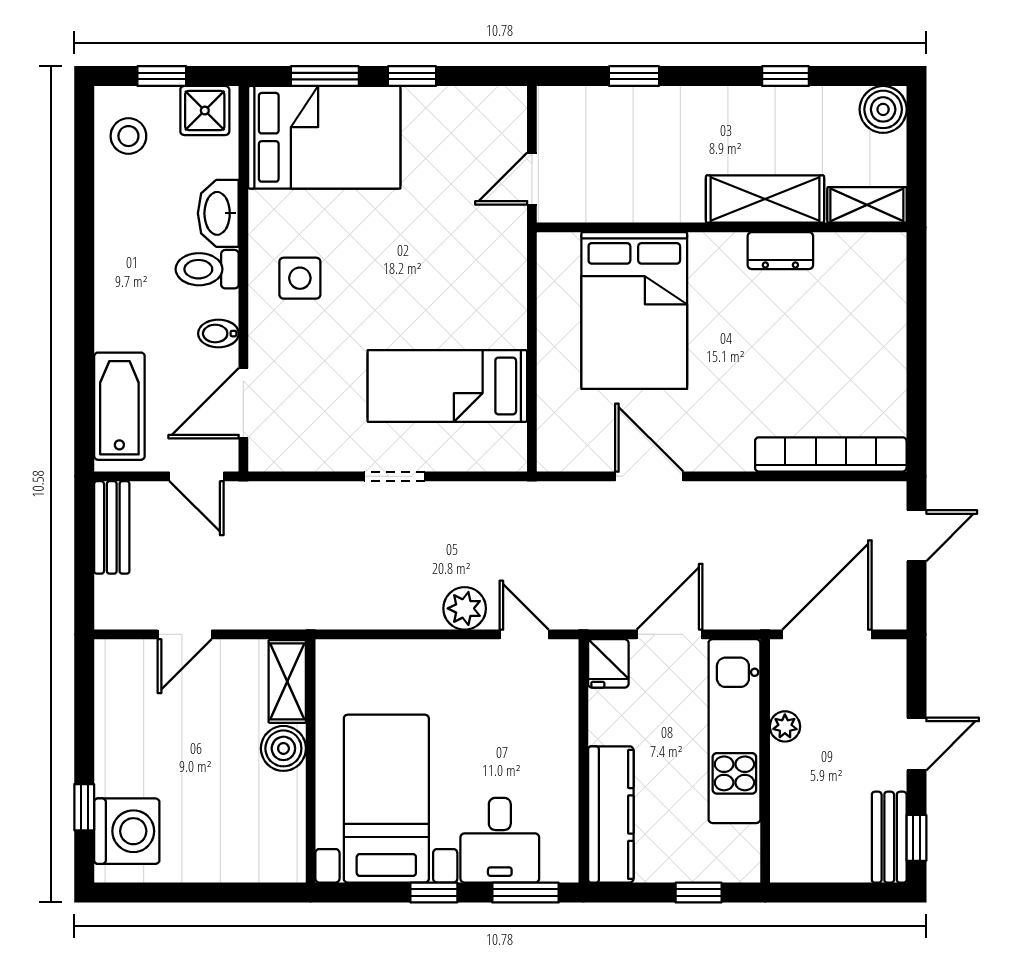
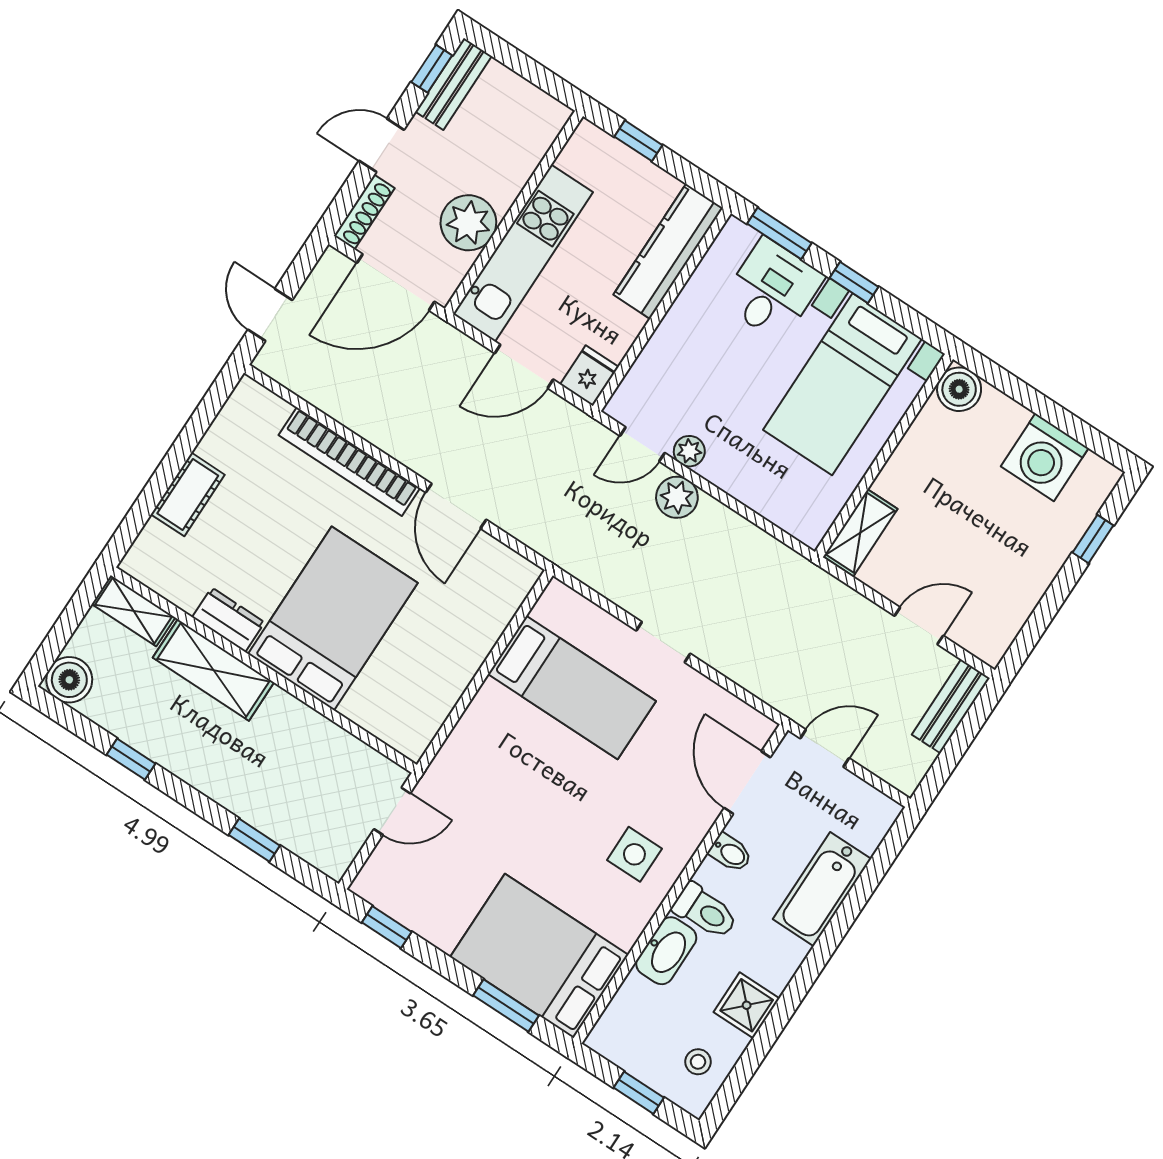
window: (412, 76) -> (387, 927), moved
shower: (205, 111) -> (747, 1005), moved
stool: (128, 136) -> (698, 1062), width x0.73, depth x0.73
bed: (634, 311) -> (333, 618), moved
cot: (886, 335) -> (188, 494), added
door: (243, 403) -> (747, 783), swing flipped
bathtub: (119, 406) -> (822, 889), moved
bookcase: (831, 454) -> (349, 462), moved
door: (197, 476) -> (825, 748), hinge flipped
bench: (112, 527) -> (951, 706), moved
door: (916, 536) -> (270, 315), hinge flipped
door: (524, 634) -> (642, 444), hinge flipped
plant: (480, 655) -> (689, 451), added
shoe rack: (894, 677) -> (364, 212), added
plant: (785, 726) -> (468, 223), width x1.88, depth x1.88
boiler: (283, 748) -> (959, 389), moved
washing machine: (127, 831) -> (1045, 457), moved, turned -90

